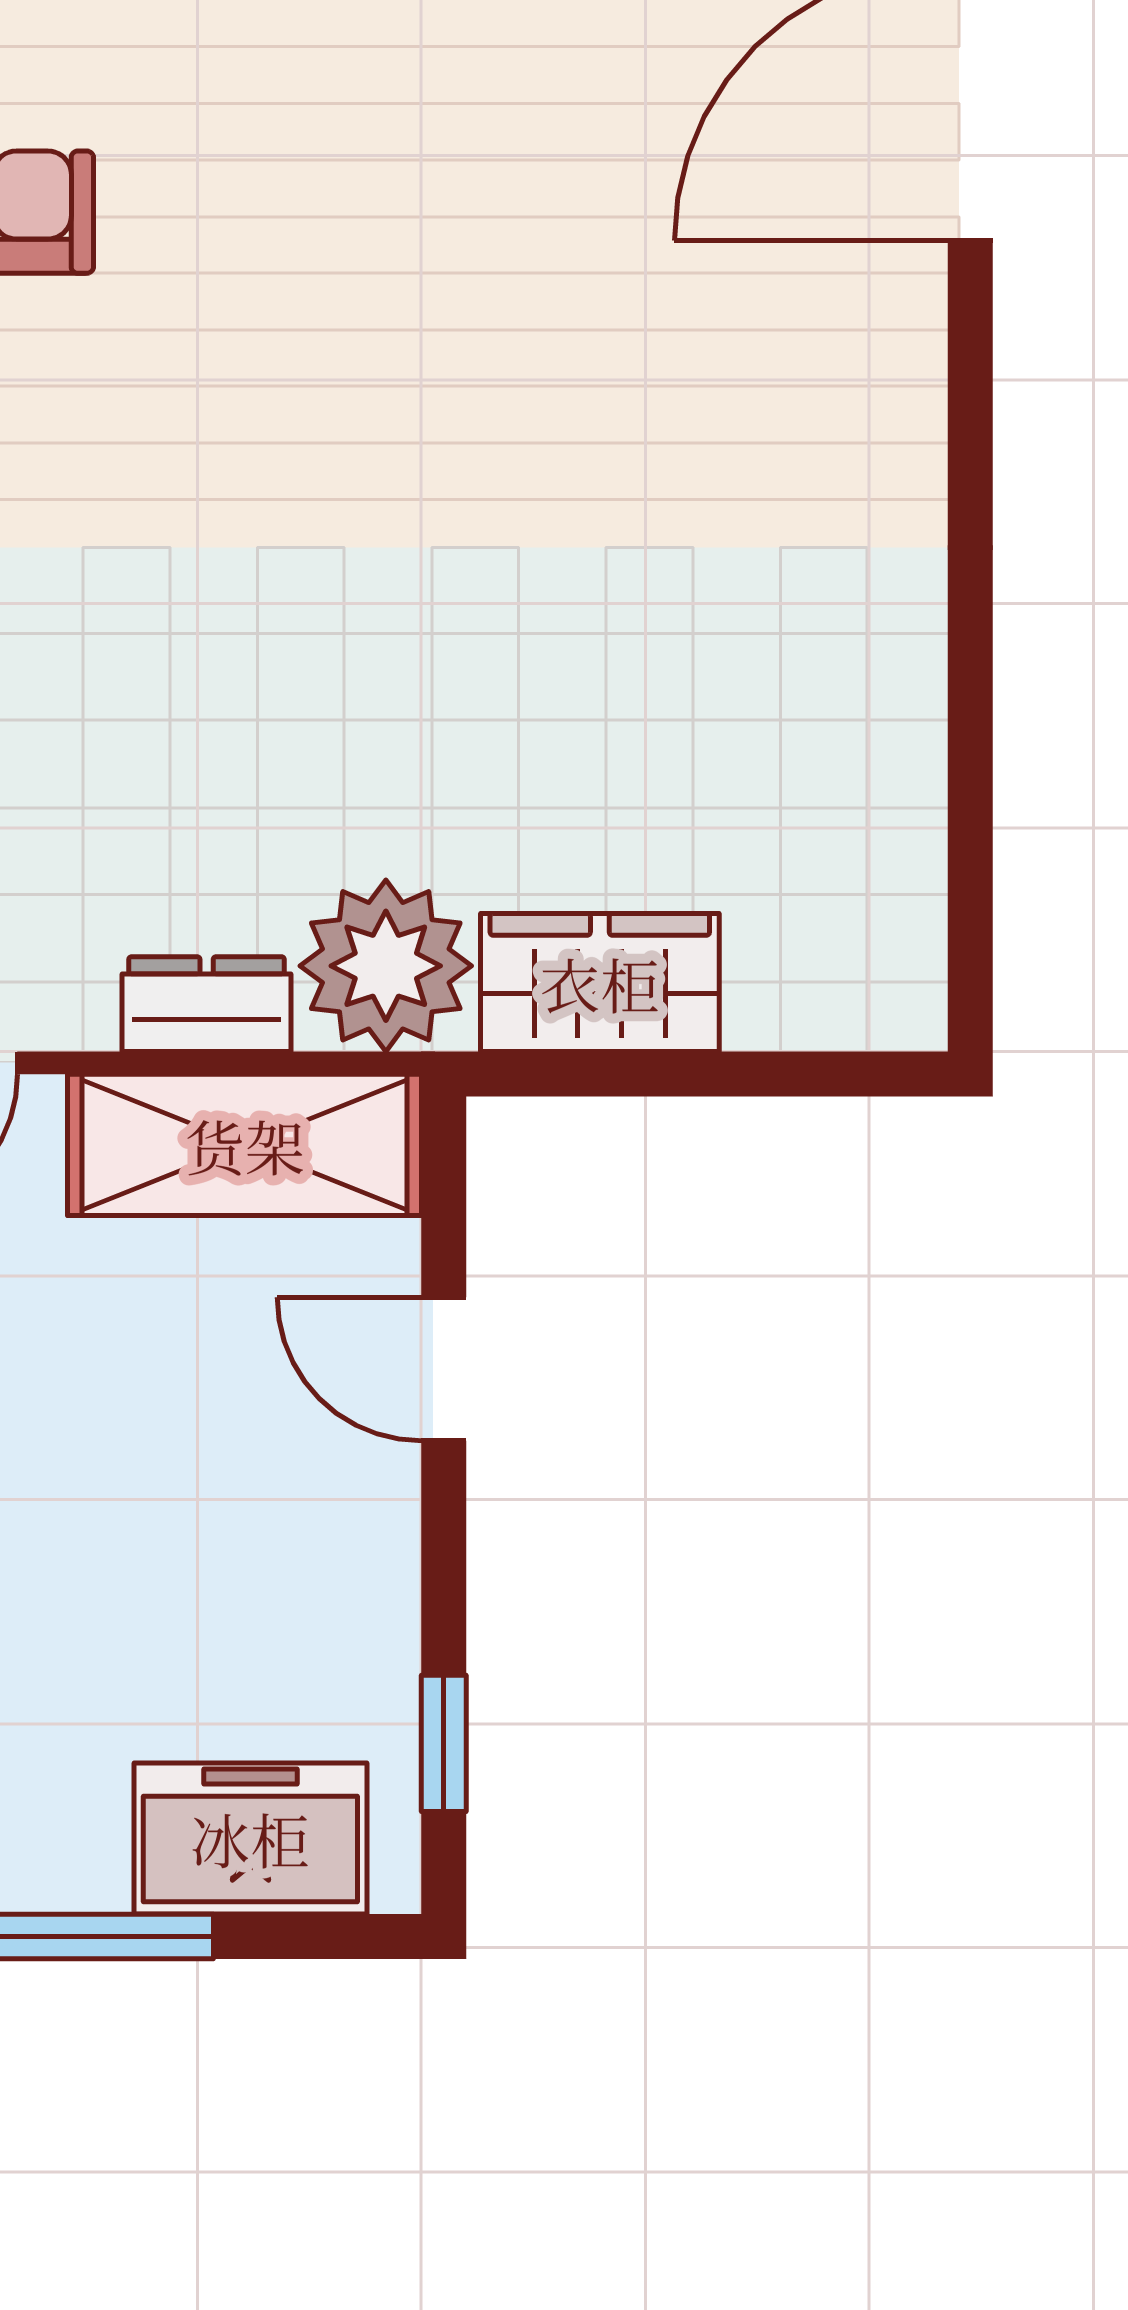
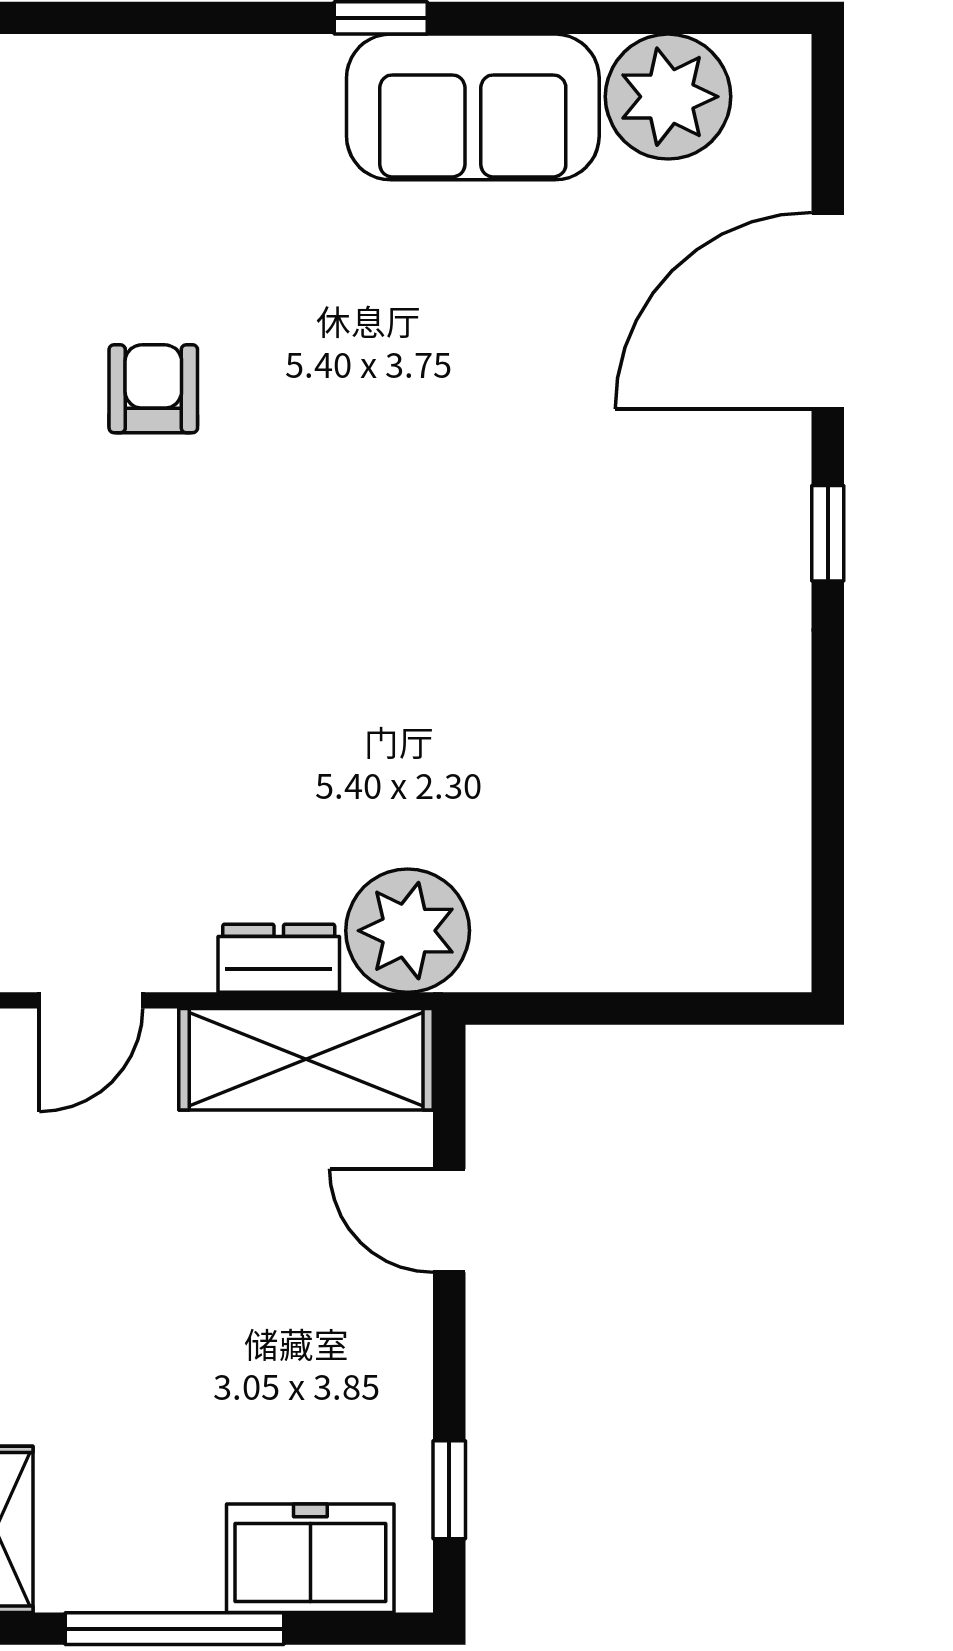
window: (970, 413) -> (828, 533), added
wardrobe: (600, 983) -> (562, 943), removed

